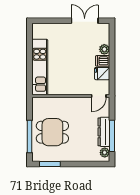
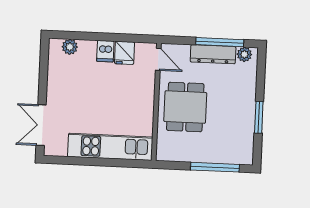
double door: (85, 21) -> (41, 125), moved
plant: (104, 49) -> (70, 47), moved
dining table: (52, 132) -> (185, 107), moved
window: (50, 164) -> (259, 117), moved

